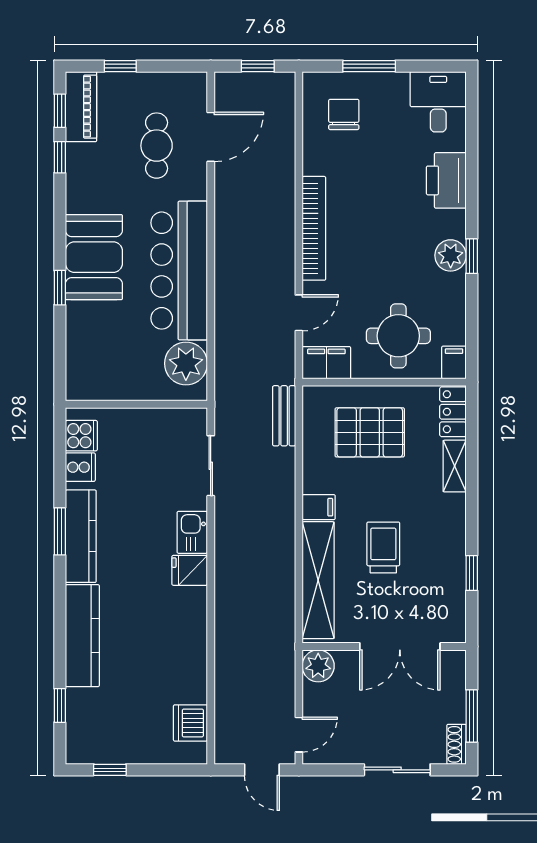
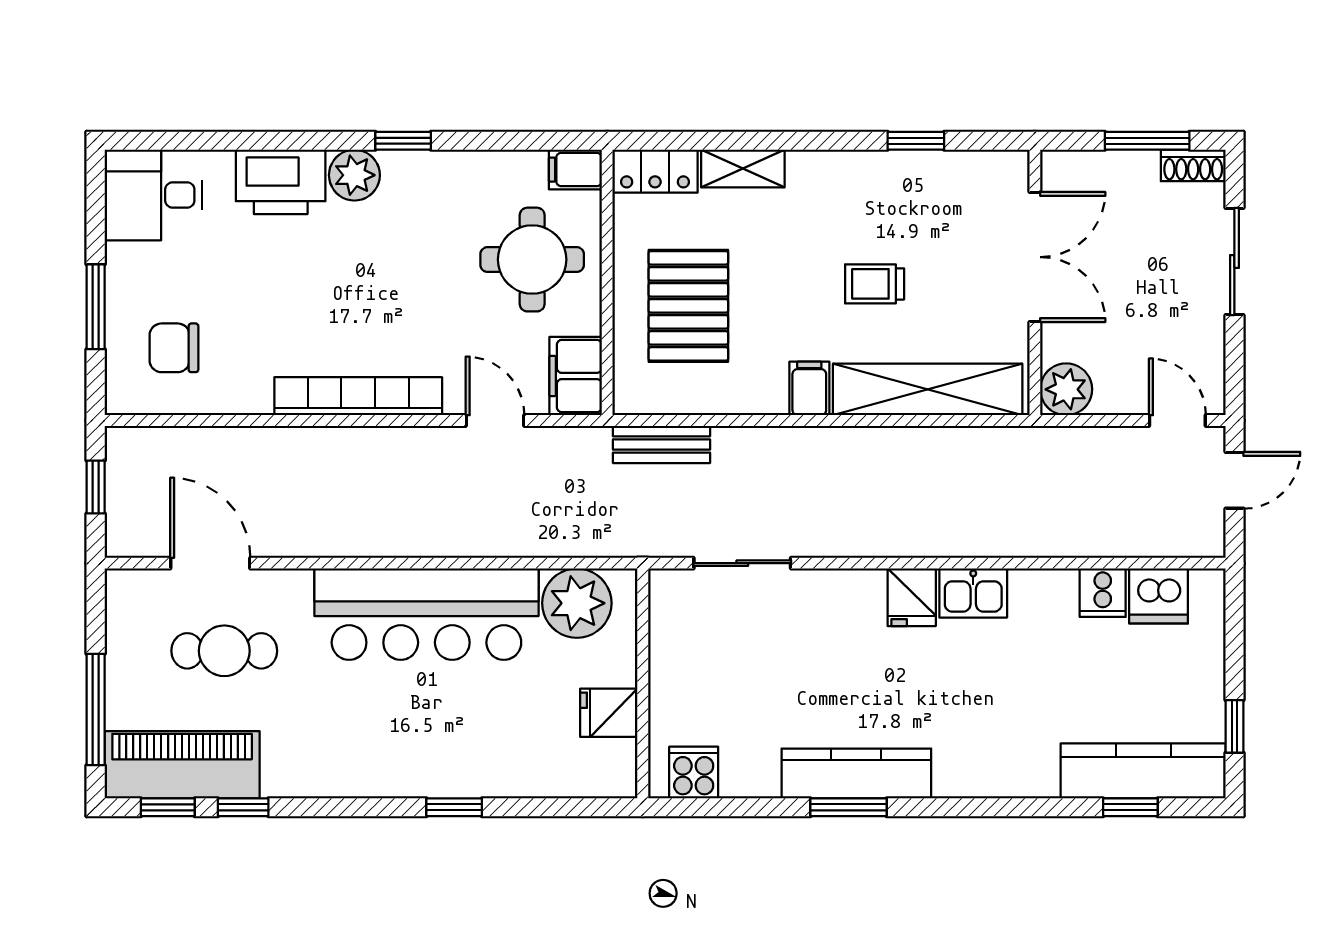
window: (120, 66) -> (96, 709), width x2.17
piano: (81, 107) -> (182, 765), width x1.37, depth x1.33
plant: (451, 255) -> (354, 175), moved
booth: (94, 257) -> (405, 752), removed
fridge: (118, 383) -> (609, 713), added
cooker: (80, 467) -> (1103, 593), moved, turned 180
kitchen sink: (192, 532) -> (973, 593), moved
trolley: (383, 547) -> (875, 284), width x0.73, depth x0.72
kitchen counter: (82, 636) -> (1143, 771), moved

